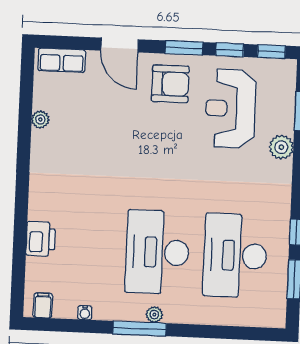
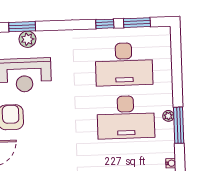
plant: (281, 147) -> (27, 39), moved

